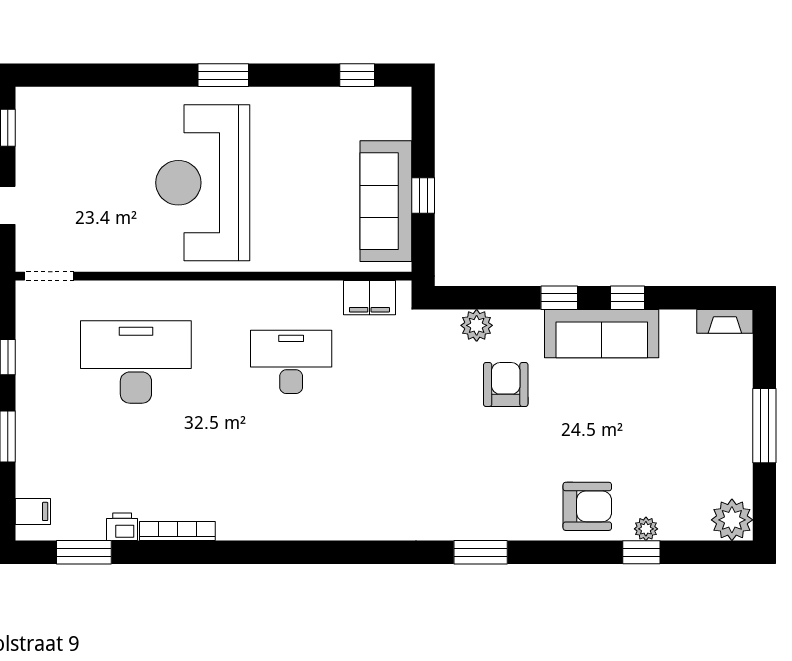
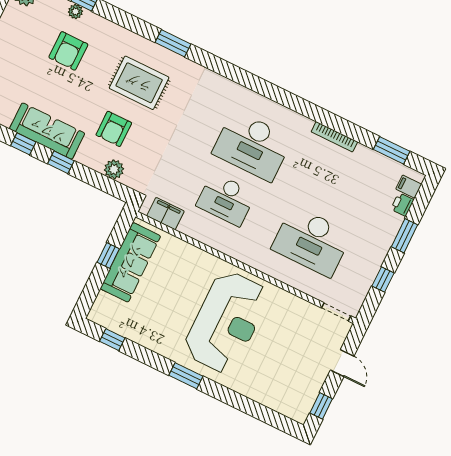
desk: (291, 459) -> (252, 146), added
rug: (502, 470) -> (139, 83), added
armchair: (587, 506) -> (68, 51), moved, turned -90
printer: (122, 527) -> (402, 205), moved, turned 90

